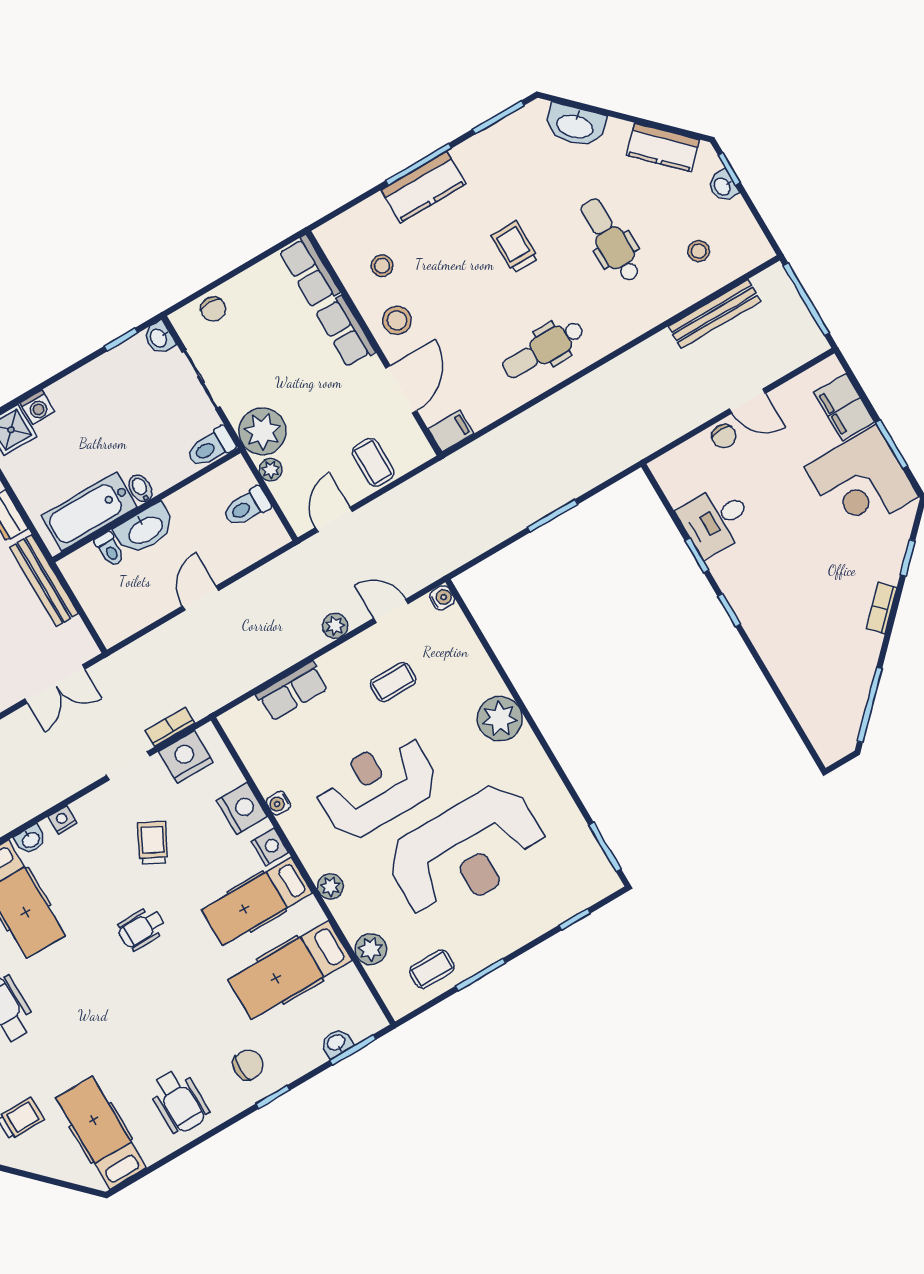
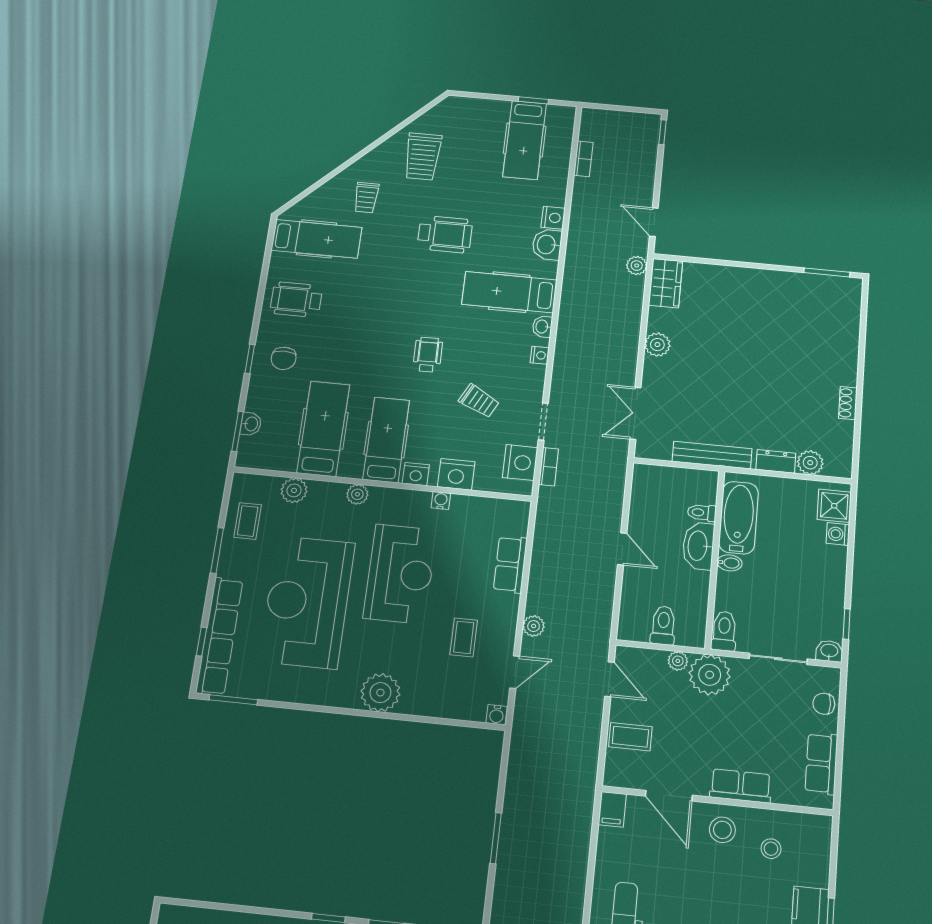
row of seats: (309, 272) -> (821, 764), moved, turned -90
row of seats: (557, 907) -> (219, 636), added

